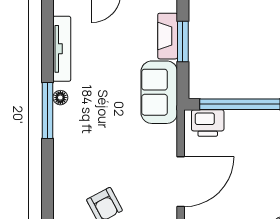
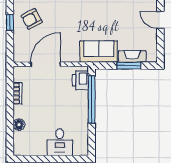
door: (181, 182) -> (46, 64), swing flipped

